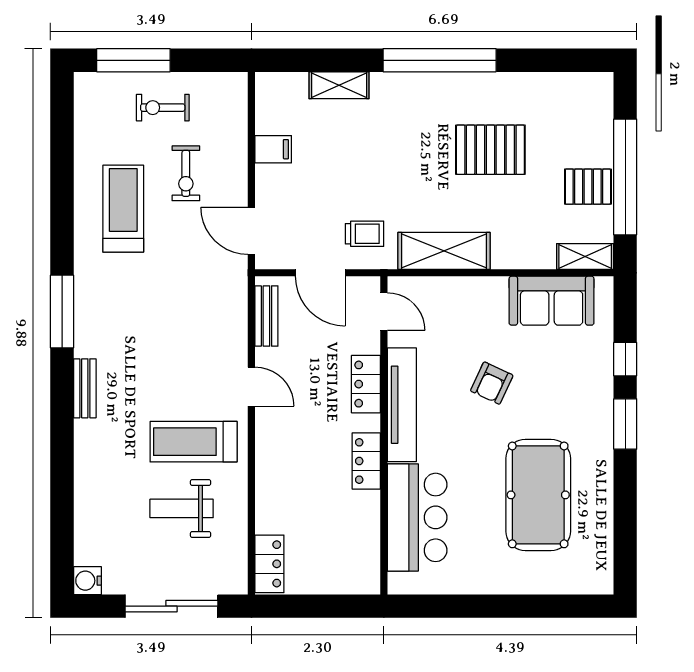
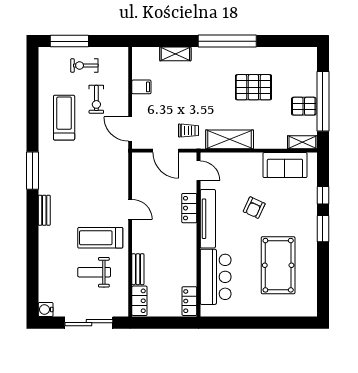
bench: (266, 316) -> (138, 269), moved
locker: (366, 461) -> (189, 301), moved

